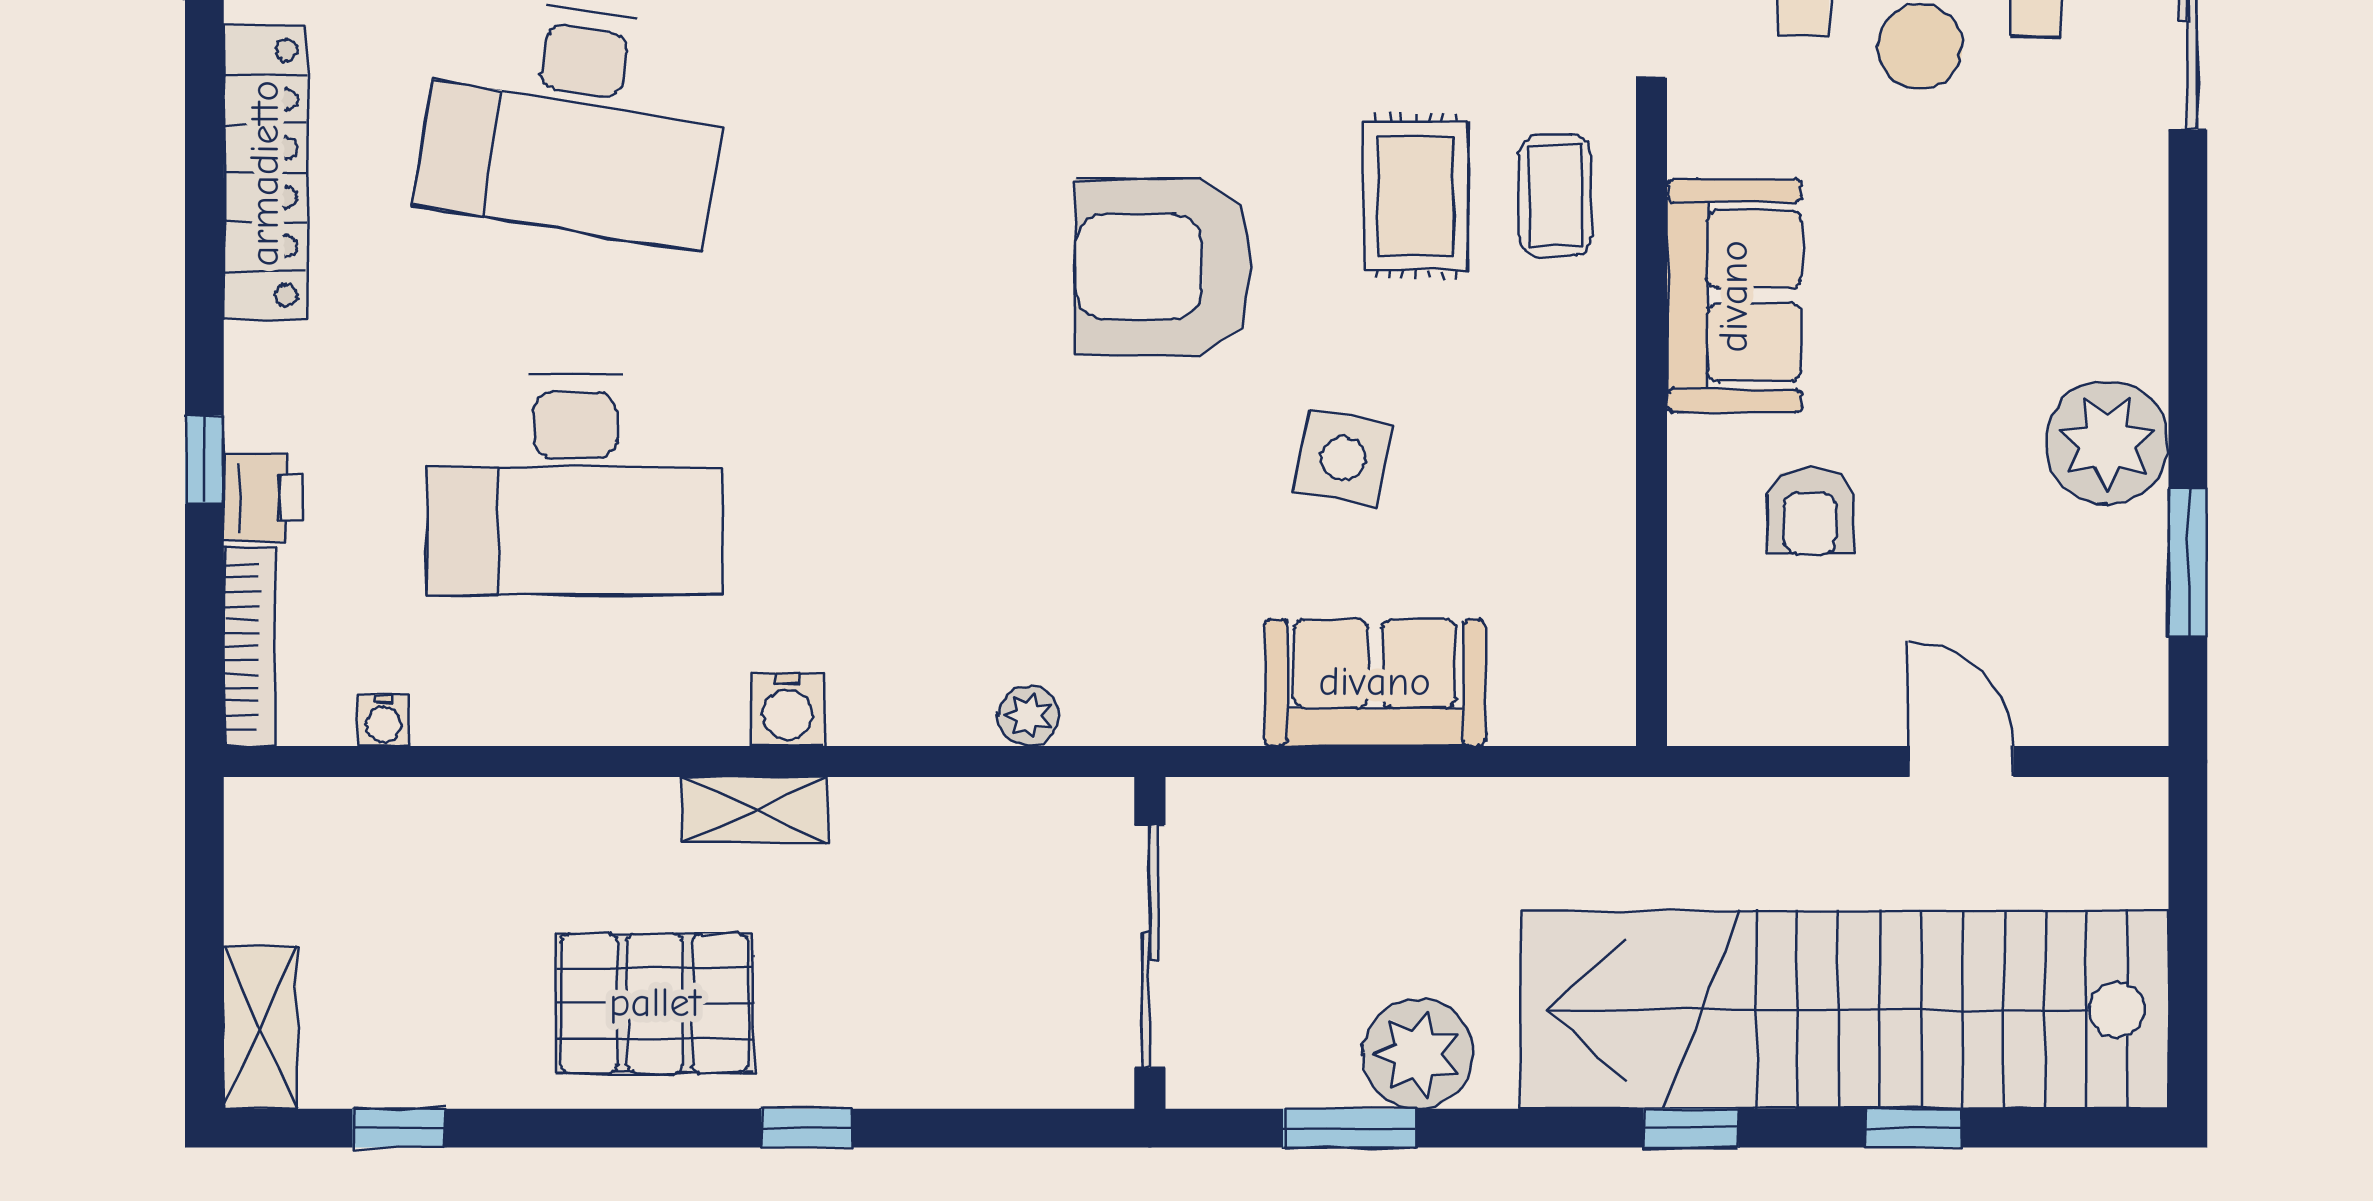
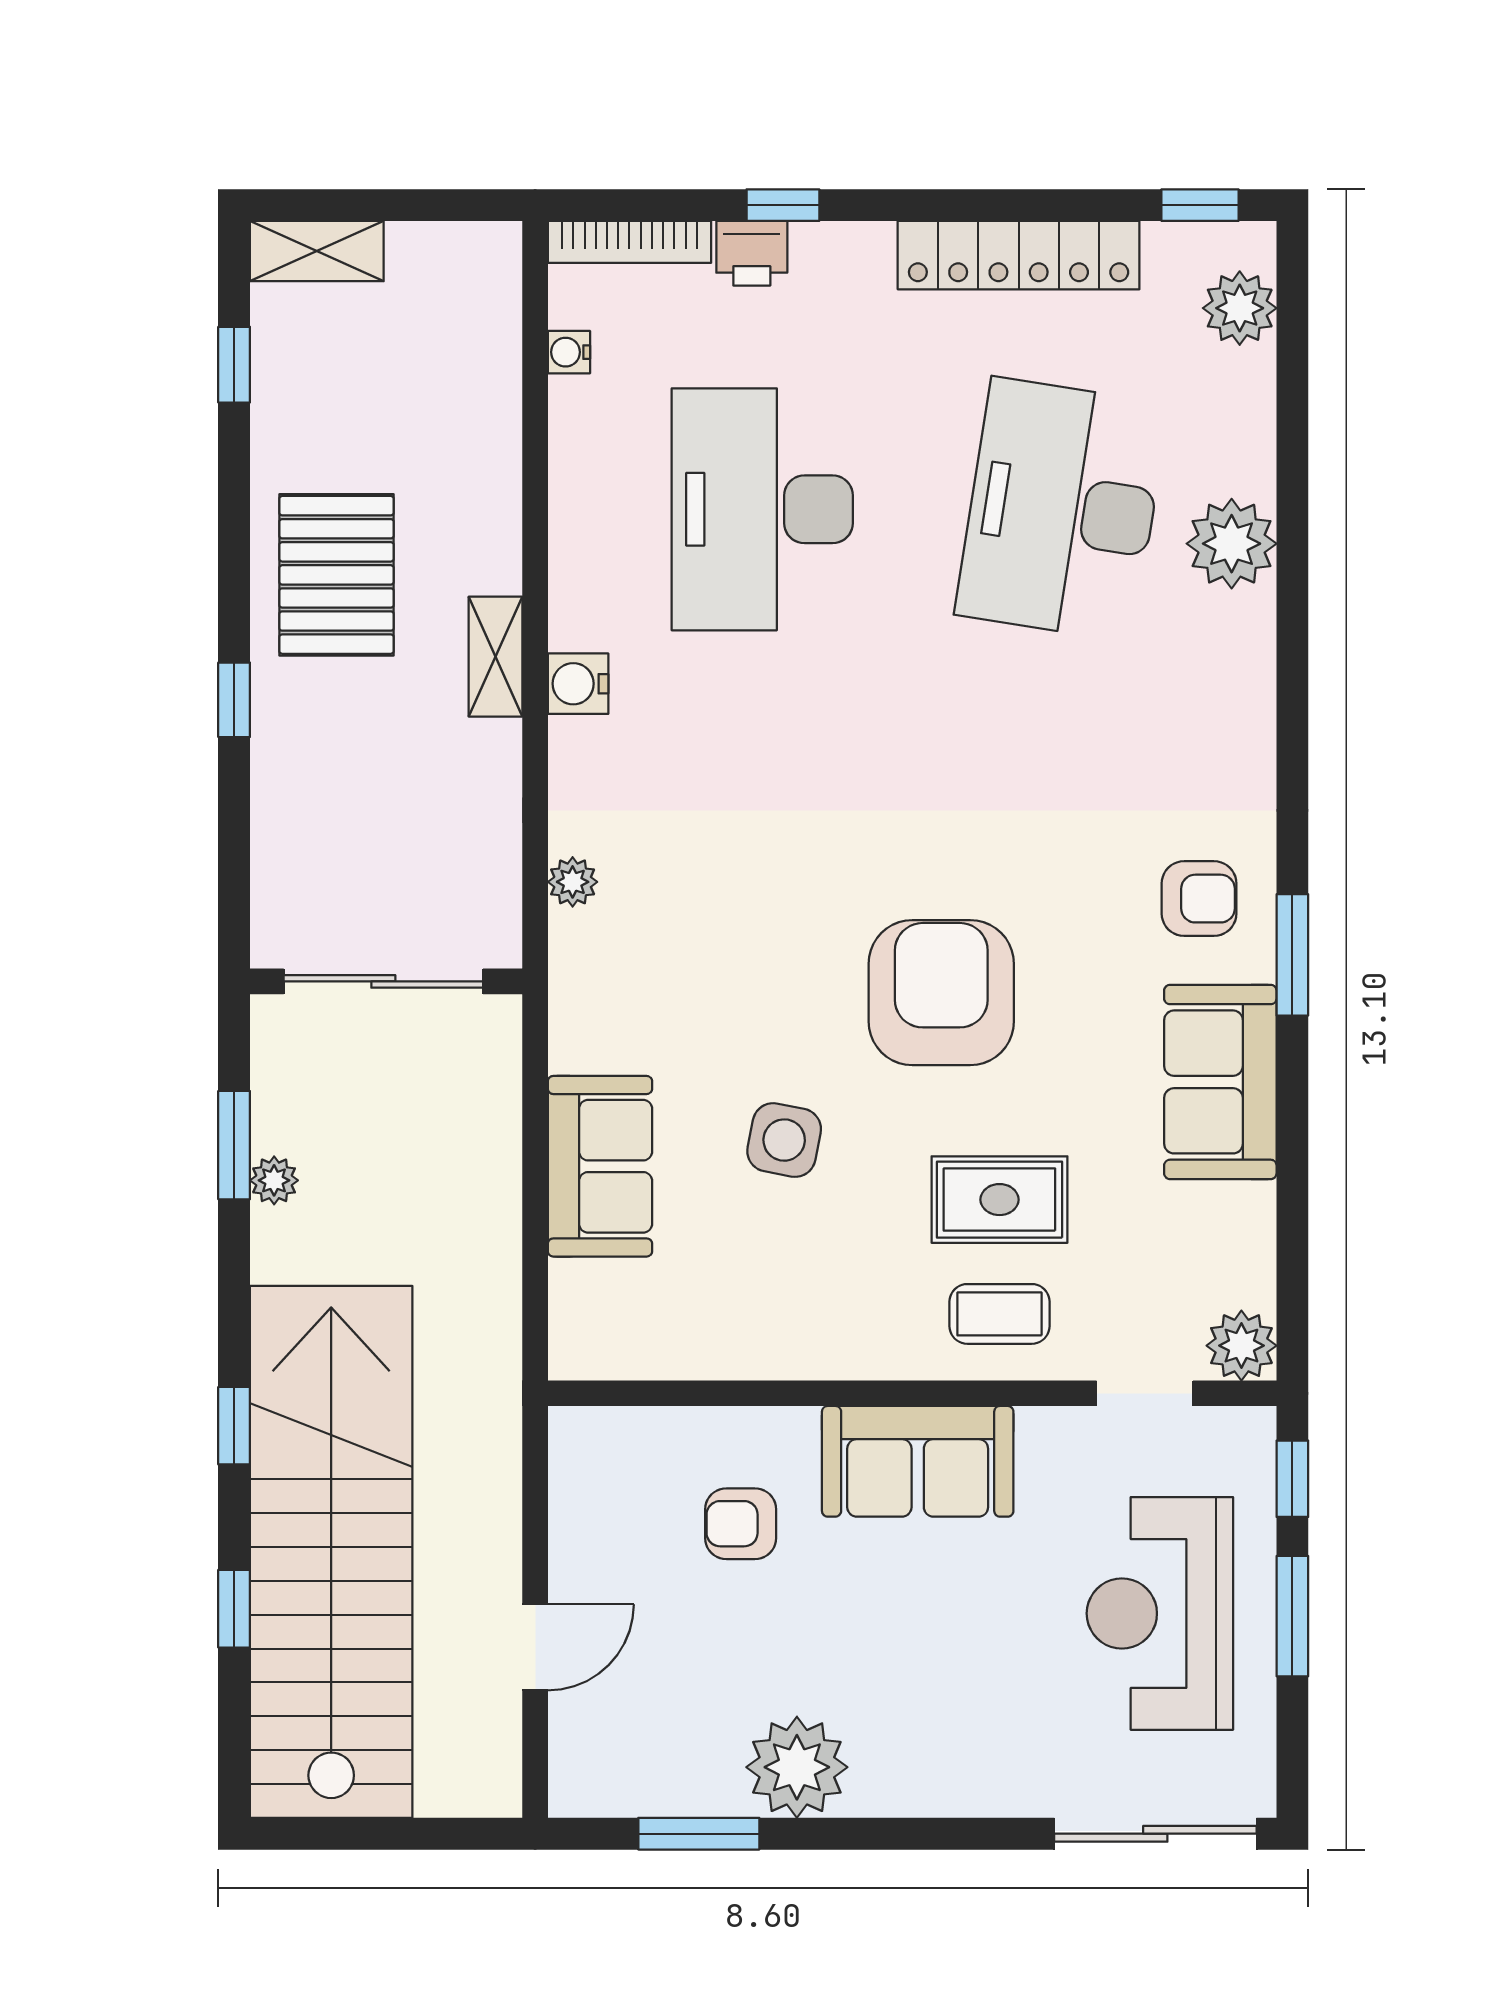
plant: (1418, 1054) -> (274, 1180), width x0.53, depth x0.53

